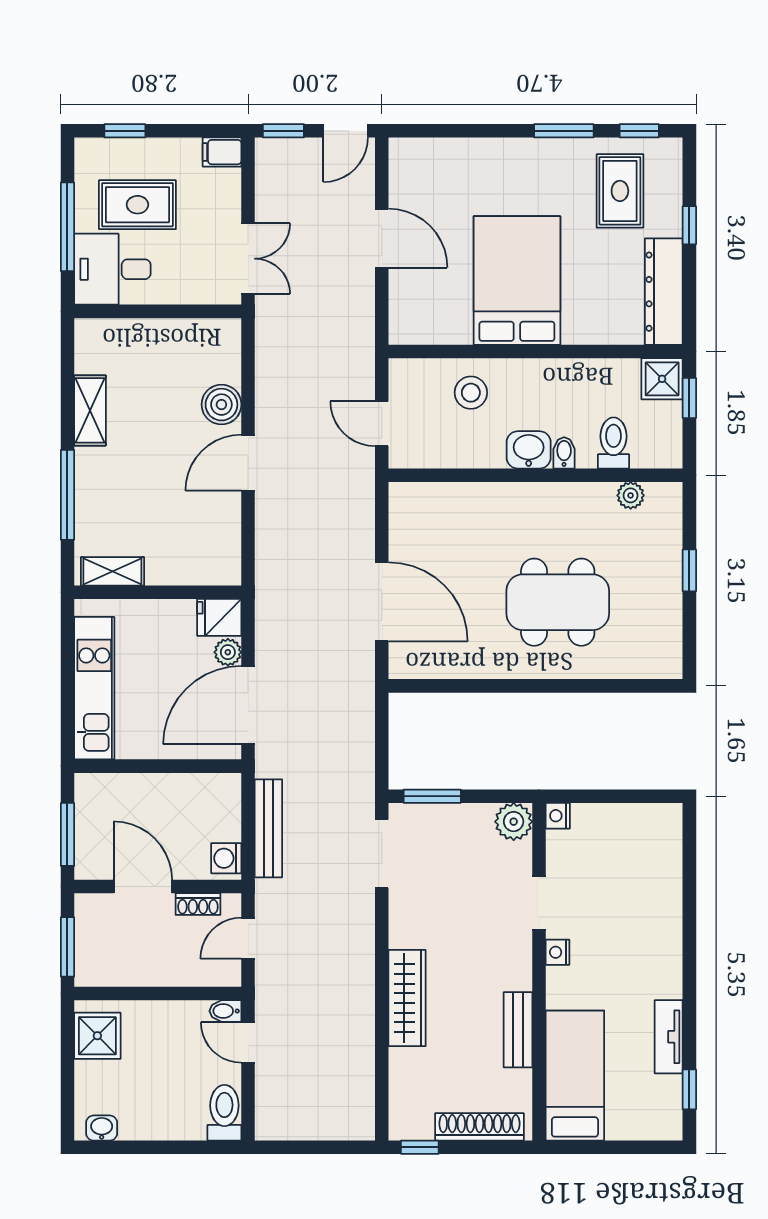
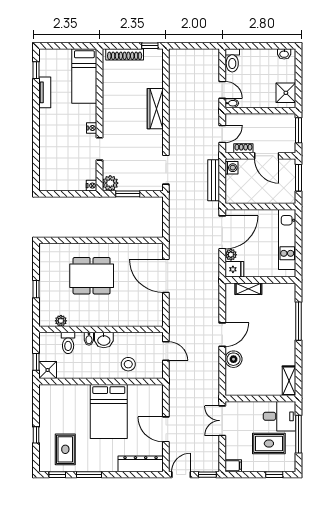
dresser: (664, 292) -> (141, 464), moved, turned -90
shelving: (90, 410) -> (289, 381), moved
shelving: (112, 571) -> (248, 289), moved
window: (432, 796) -> (128, 194), moved
bench: (518, 1030) -> (108, 95), removed

